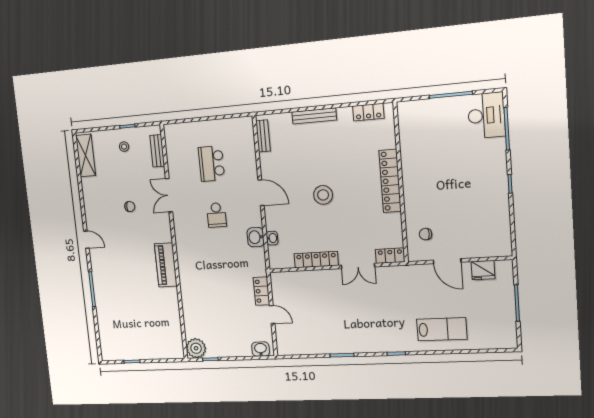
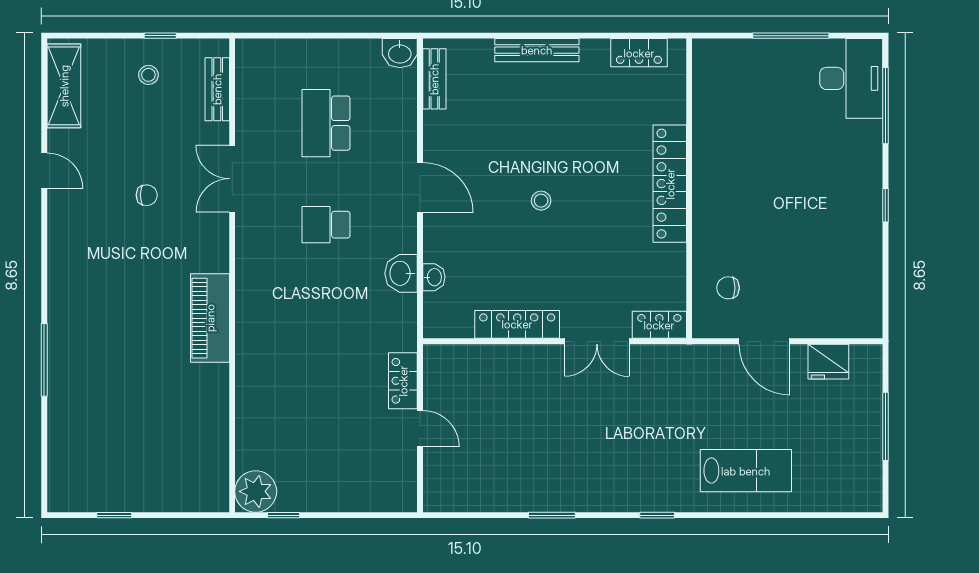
stool: (323, 195) -> (541, 201), width x0.53, depth x0.53
school desk: (216, 215) -> (326, 225), turned 90
door: (86, 240) -> (44, 171), moved
washbasin: (261, 349) -> (400, 53), moved, turned 180

